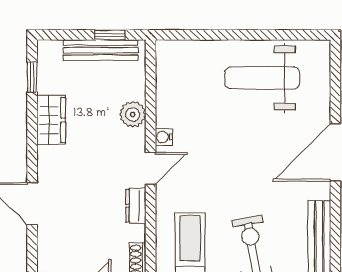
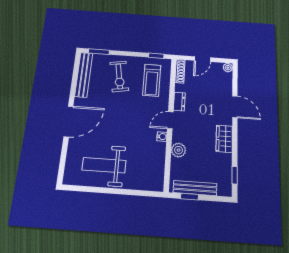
weight bench: (262, 78) -> (104, 165), turned 180
wardrobe: (51, 120) -> (224, 139), moved

